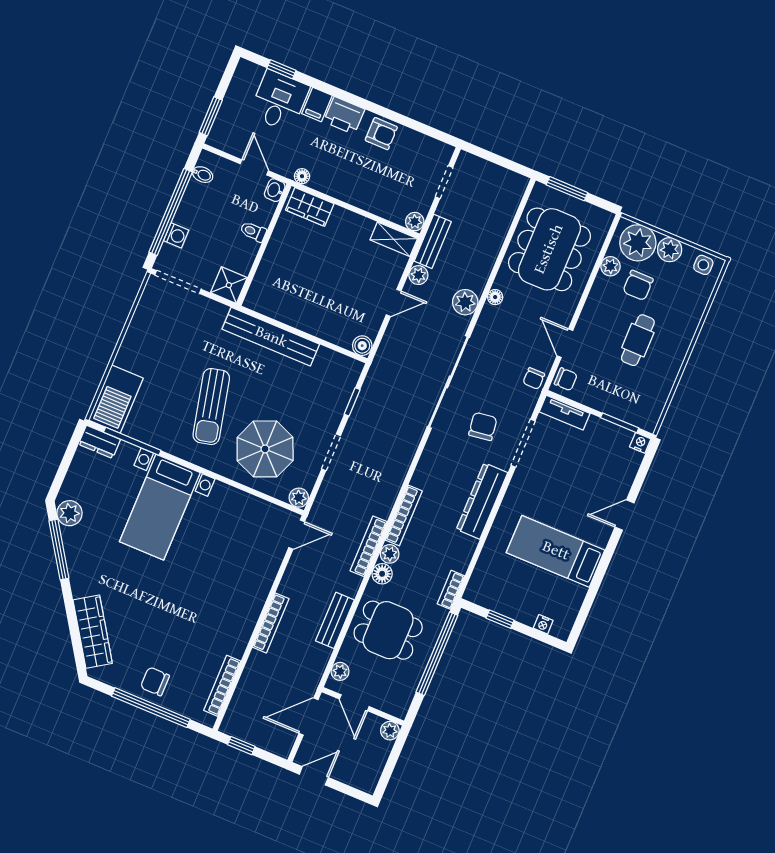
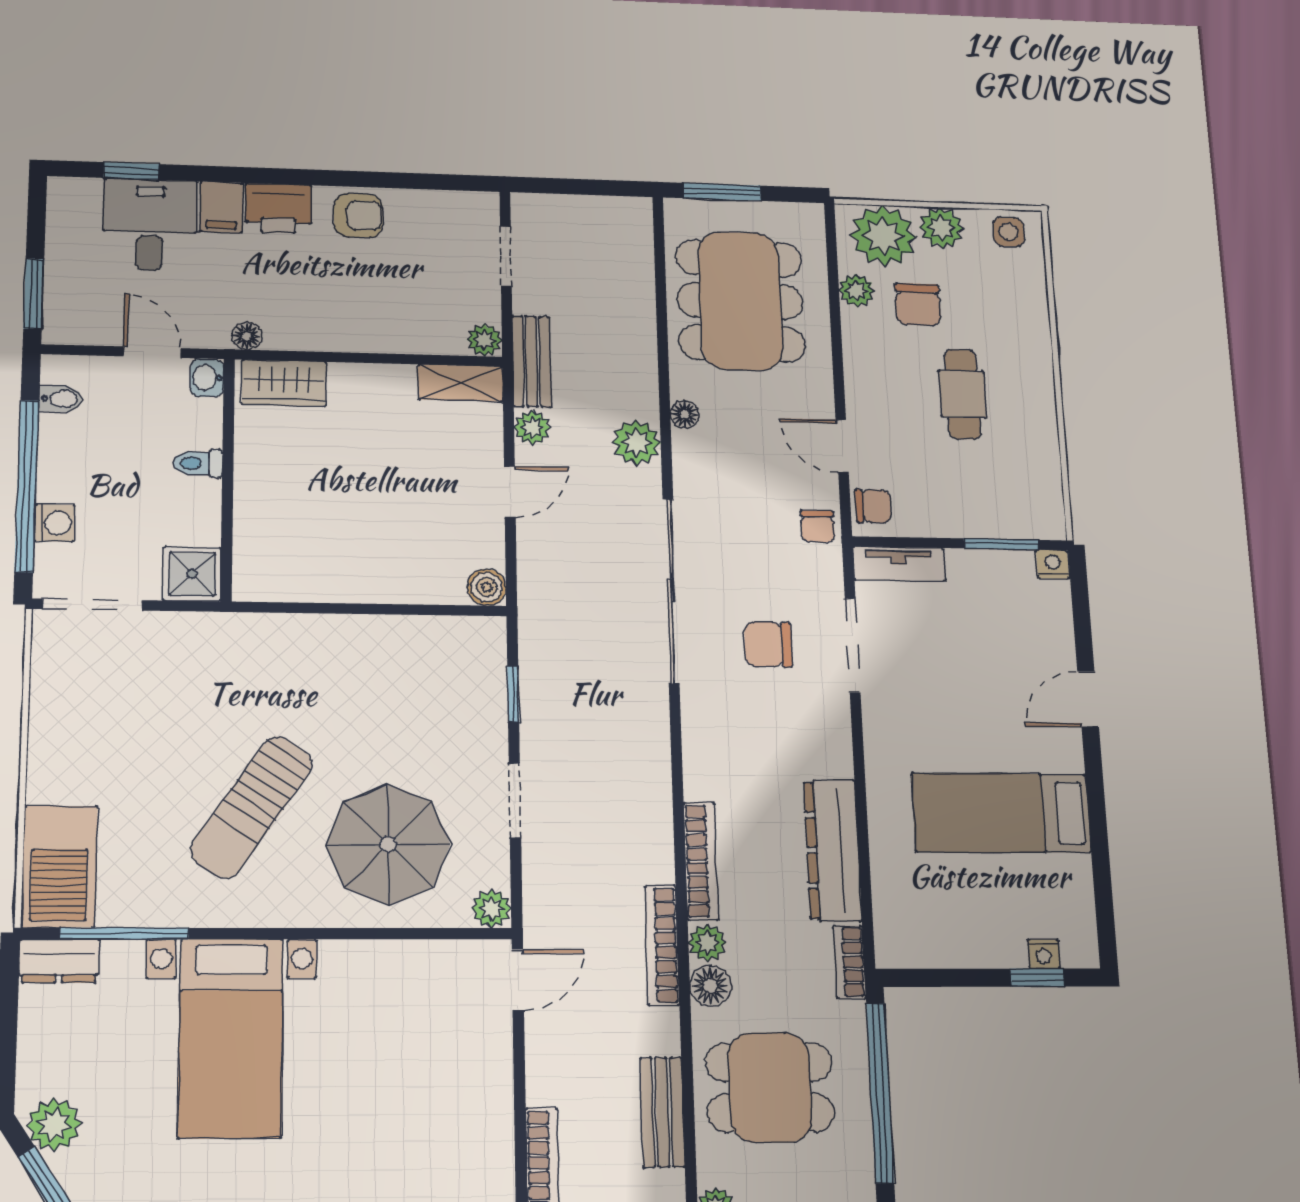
bench: (271, 337) -> (310, 636), removed
sun lounger: (211, 407) -> (252, 807), turned 47
chair: (483, 426) -> (768, 644), turned -82
dresser: (482, 501) -> (833, 850), moved
window: (500, 619) -> (1037, 978), moved

